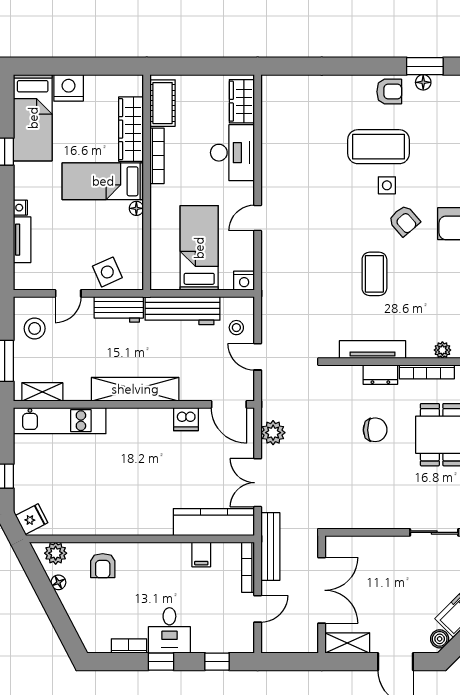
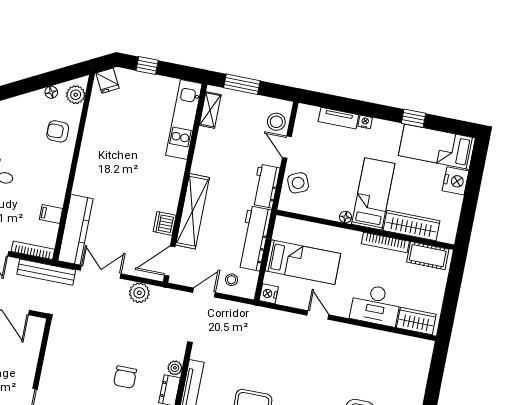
stool: (35, 328) -> (276, 122), moved
plant: (353, 373) -> (175, 368), added
shelving: (135, 389) -> (192, 211), moved

